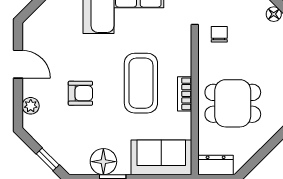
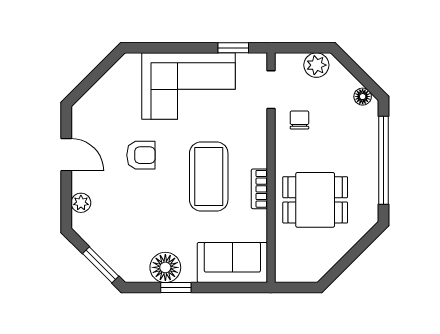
armchair: (80, 93) -> (141, 155), moved
window: (48, 159) -> (101, 265), width x1.50
dresser: (216, 165) -> (295, 271), removed

